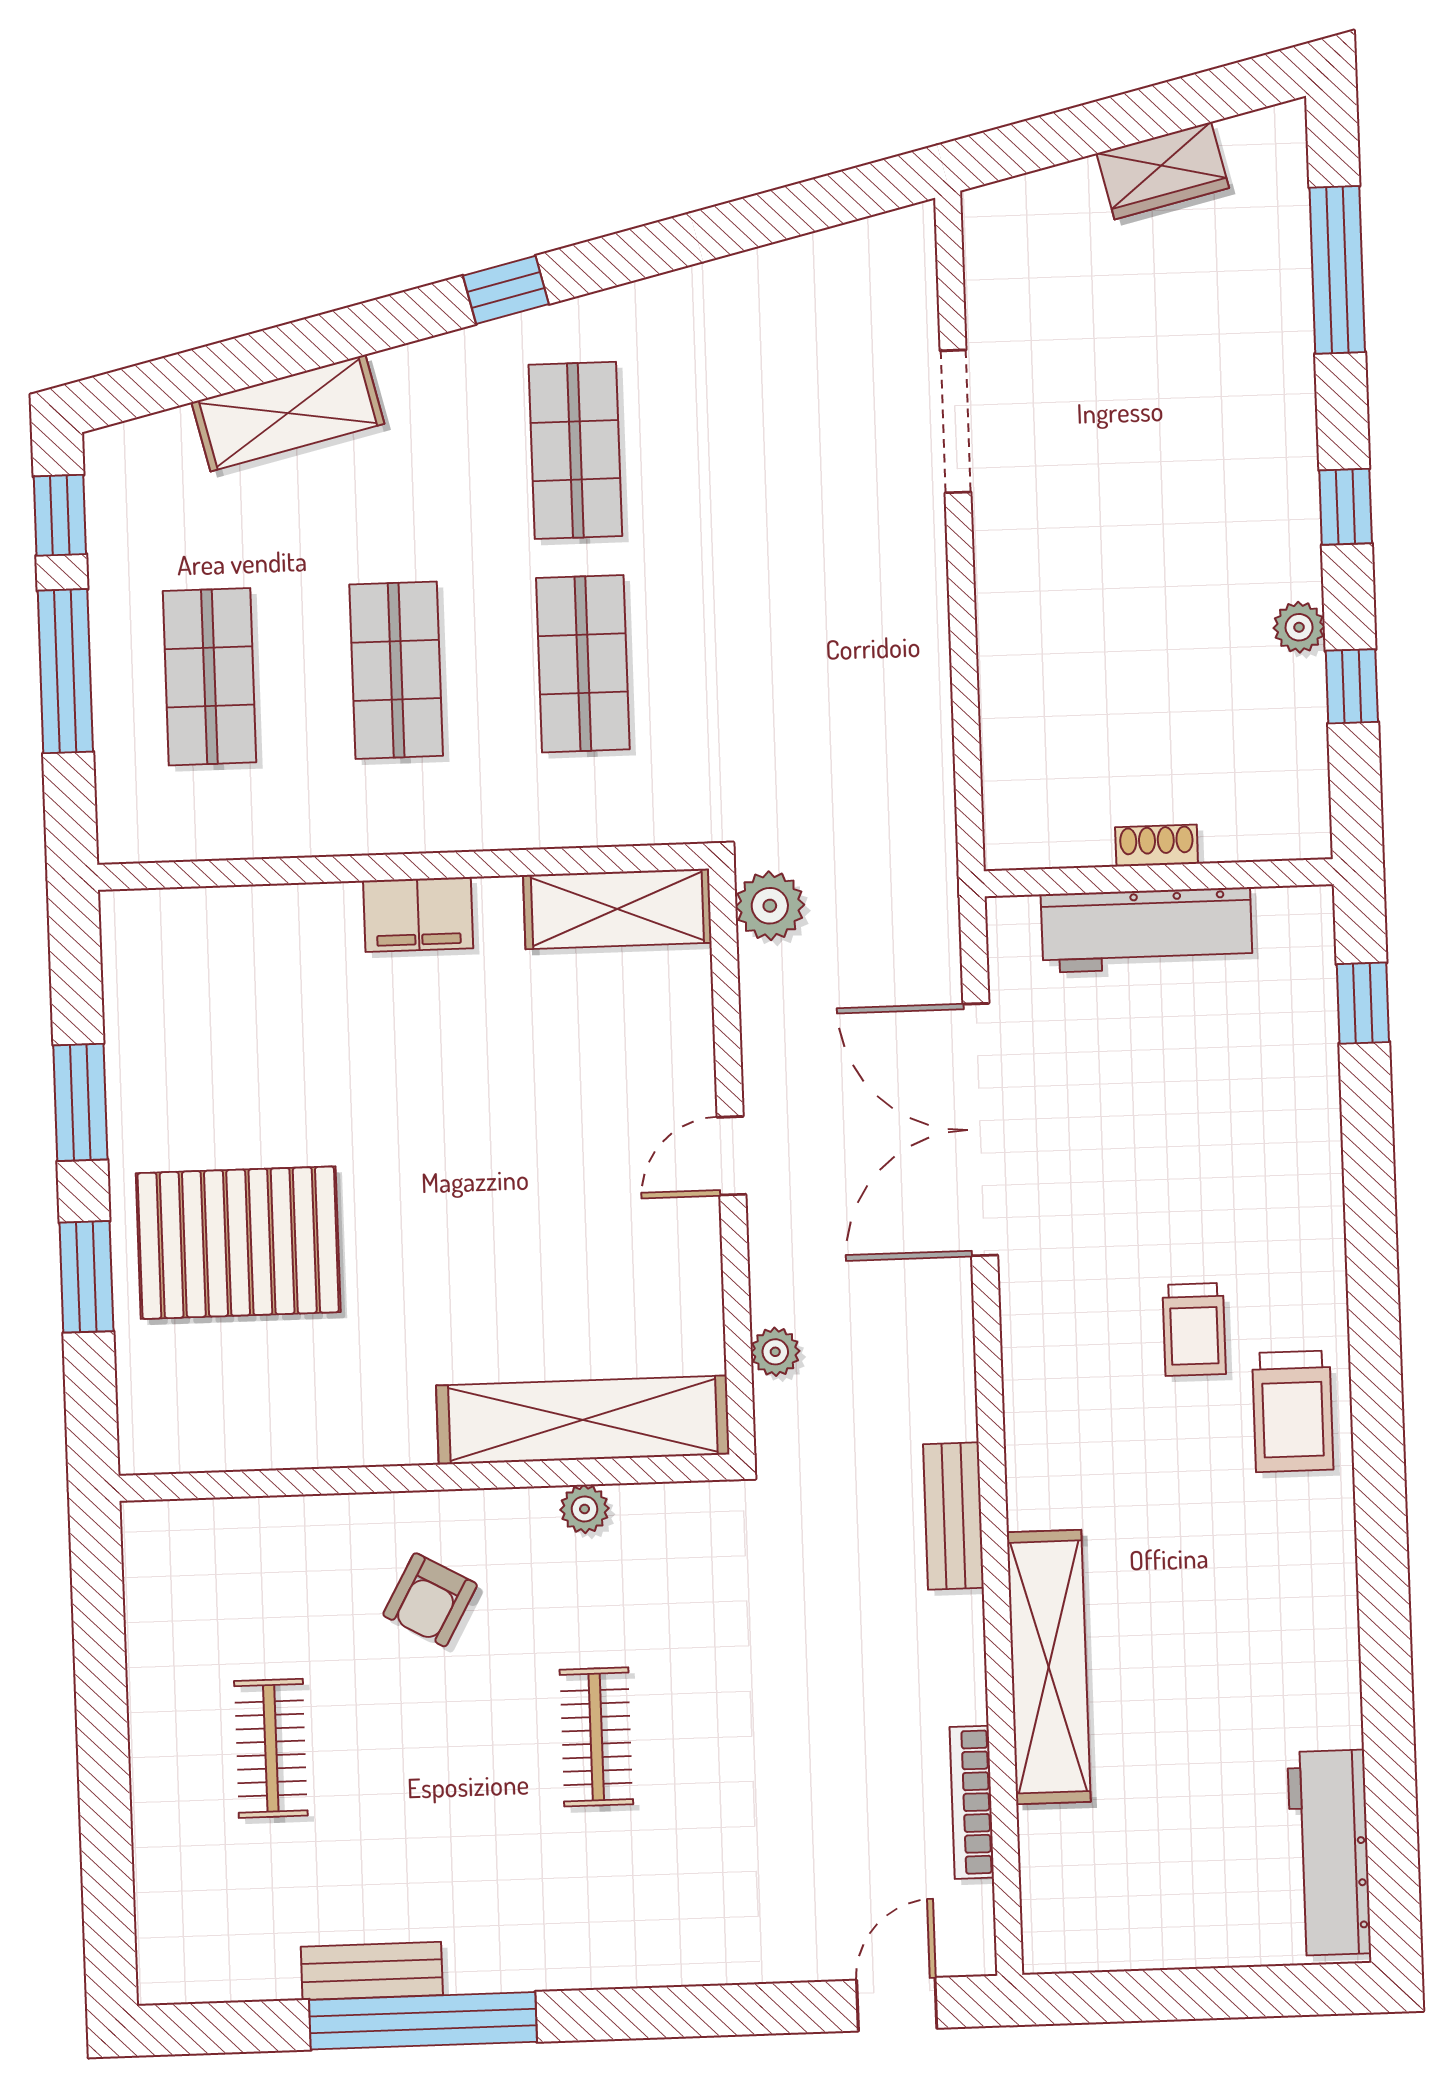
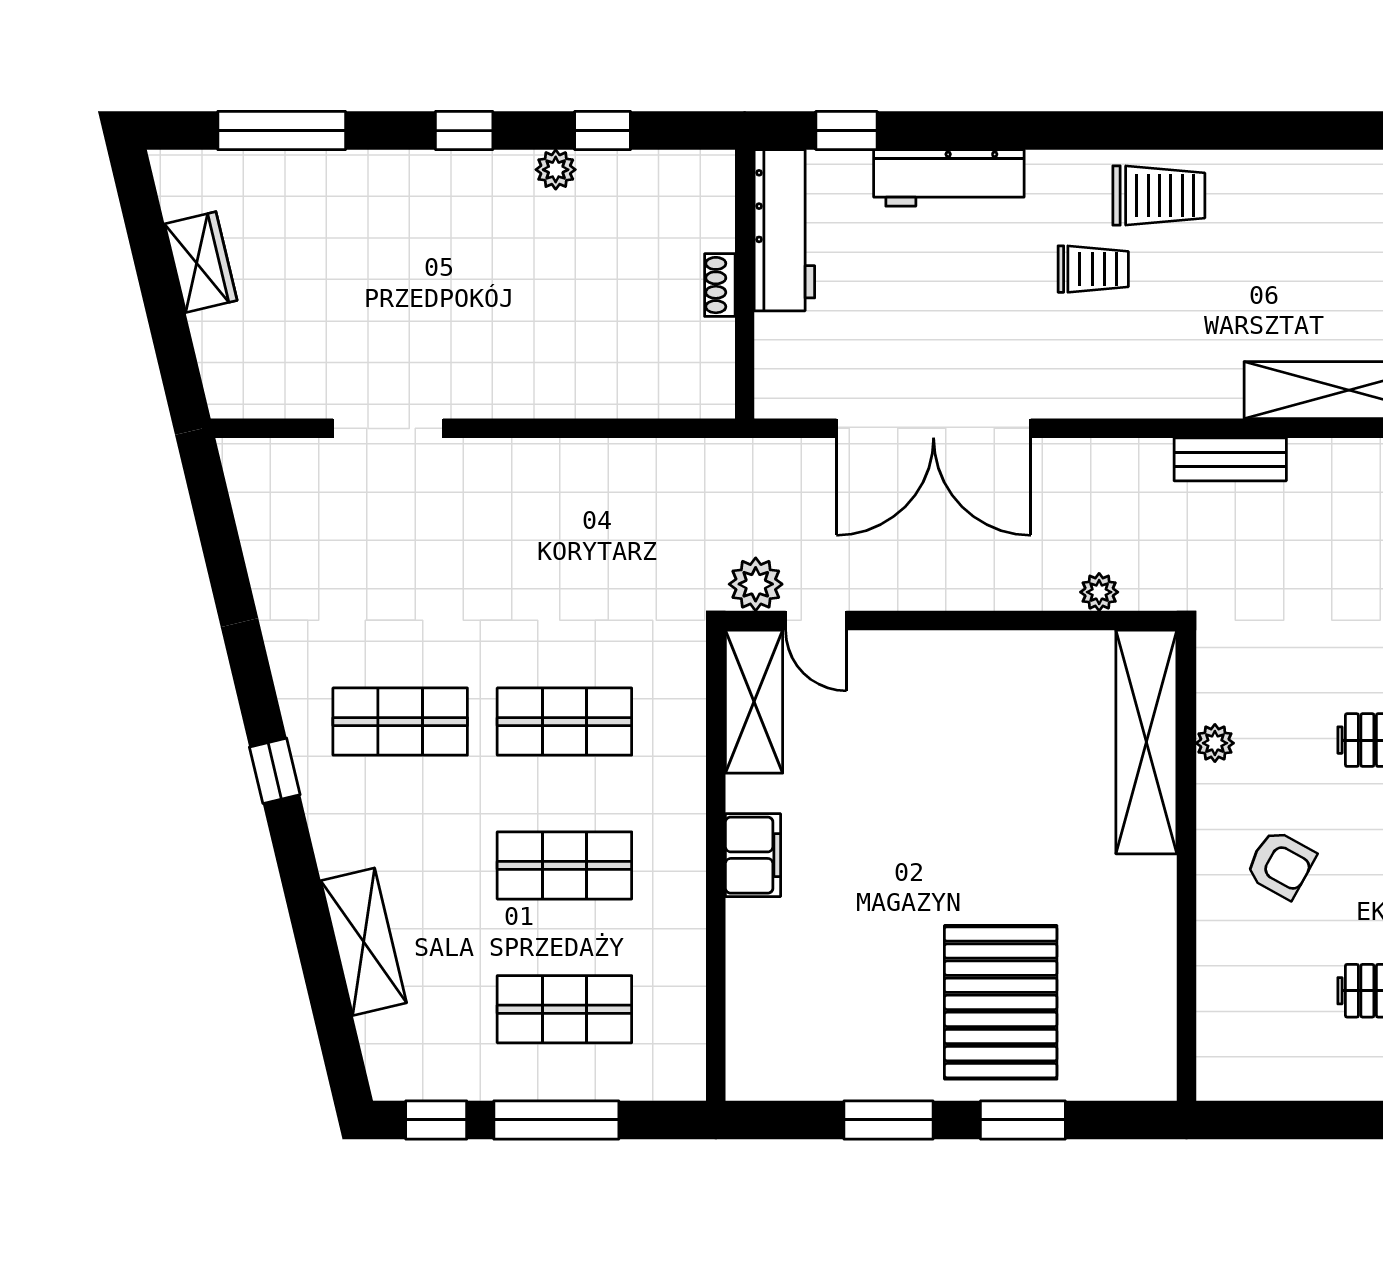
workbench: (1147, 930) -> (784, 230), moved
workbench: (1306, 1138) -> (949, 178), added
door: (731, 1156) -> (816, 620), moved

